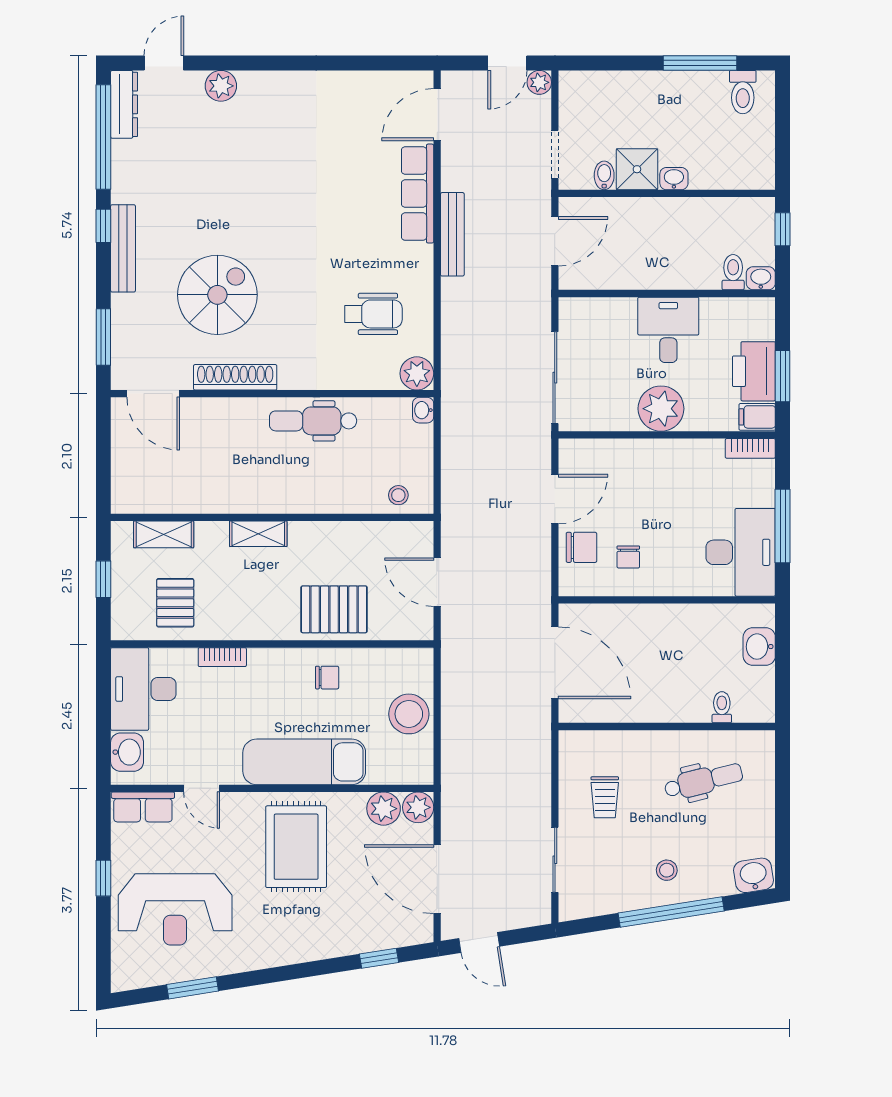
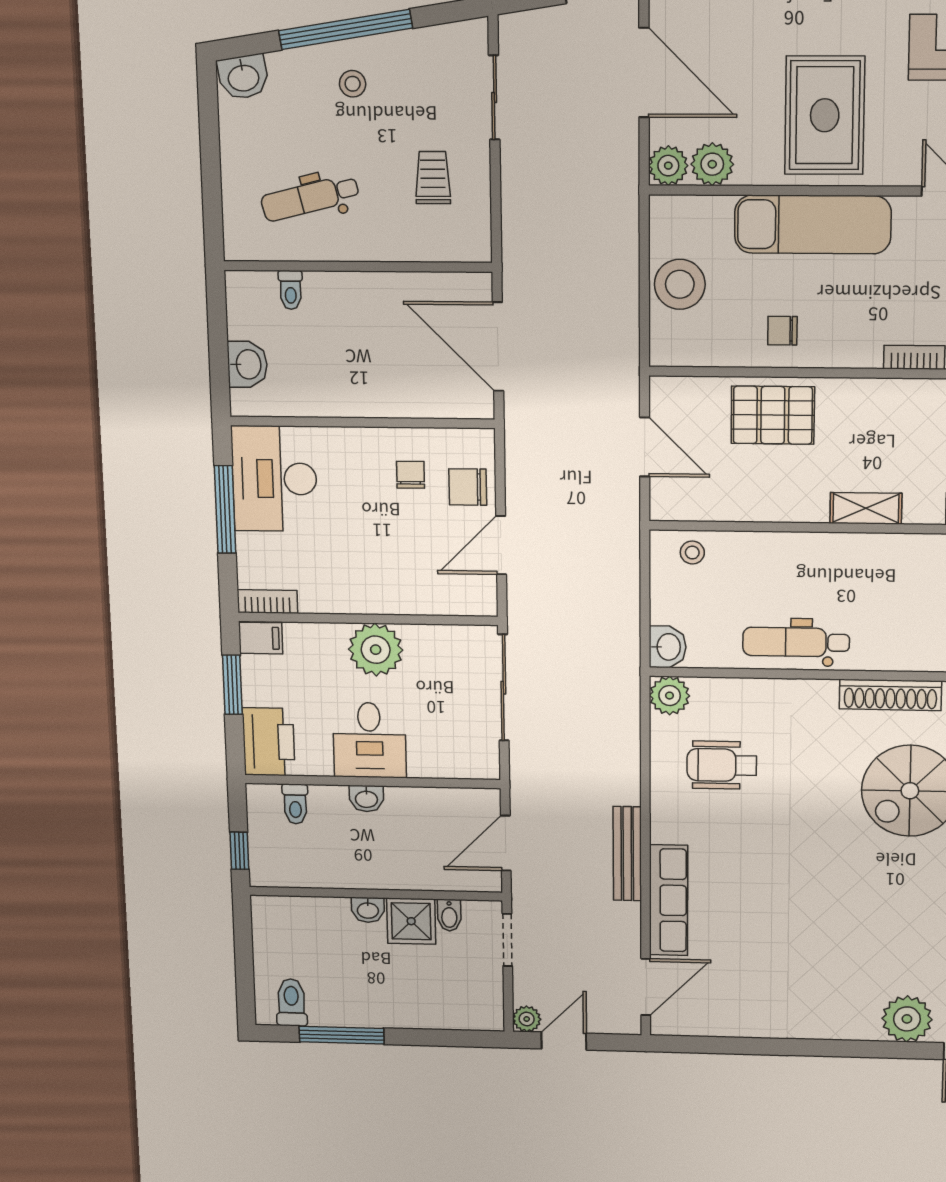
plant: (221, 86) -> (907, 1019), width x1.36, depth x1.36
washbasin: (761, 278) -> (366, 799), moved
printer: (754, 371) -> (269, 742), moved
washbasin: (423, 410) -> (668, 647), width x1.38, depth x1.45
dental chair: (313, 421) -> (796, 642), turned 180

